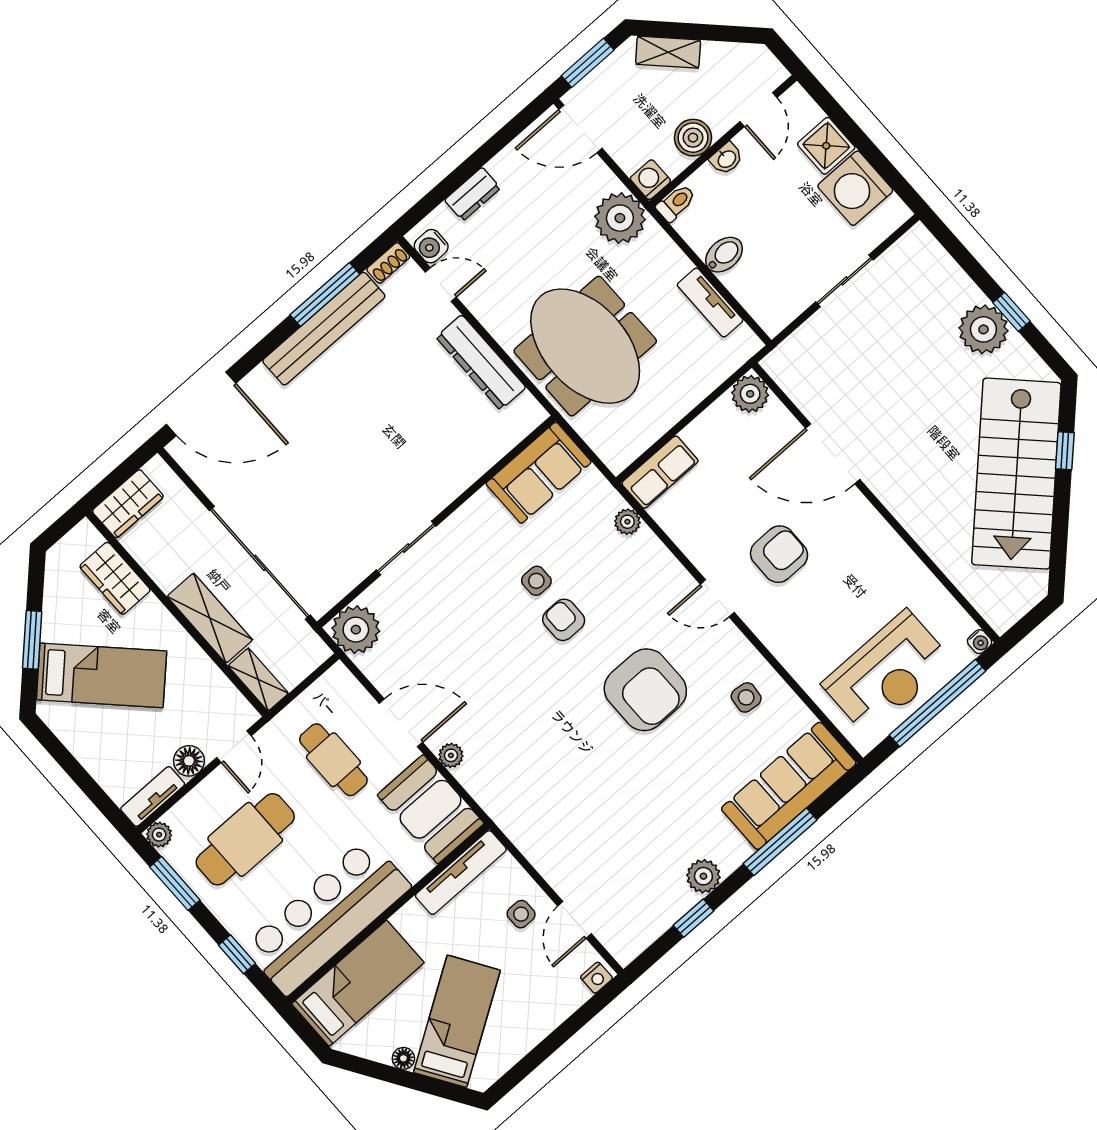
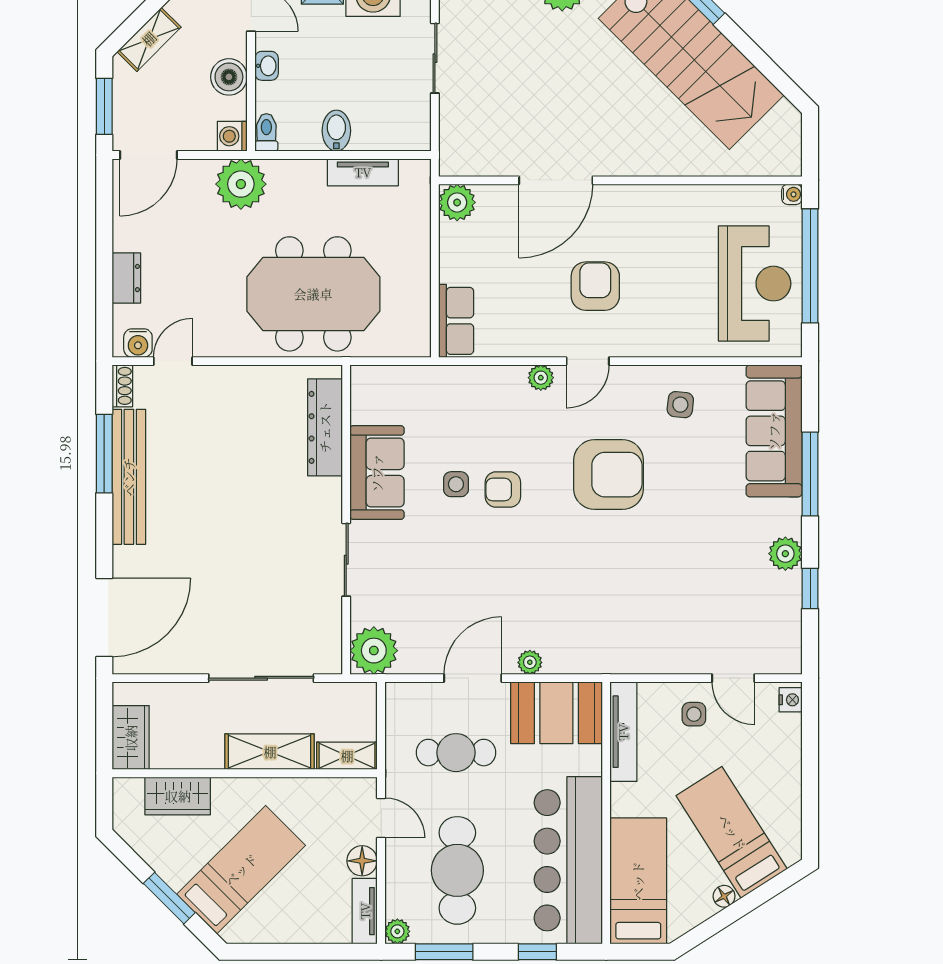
dresser: (481, 362) -> (325, 427), moved, turned 90
sofa: (539, 473) -> (377, 473), moved
plant: (627, 522) -> (541, 378), moved
sliding door: (260, 563) -> (261, 678), width x0.73

